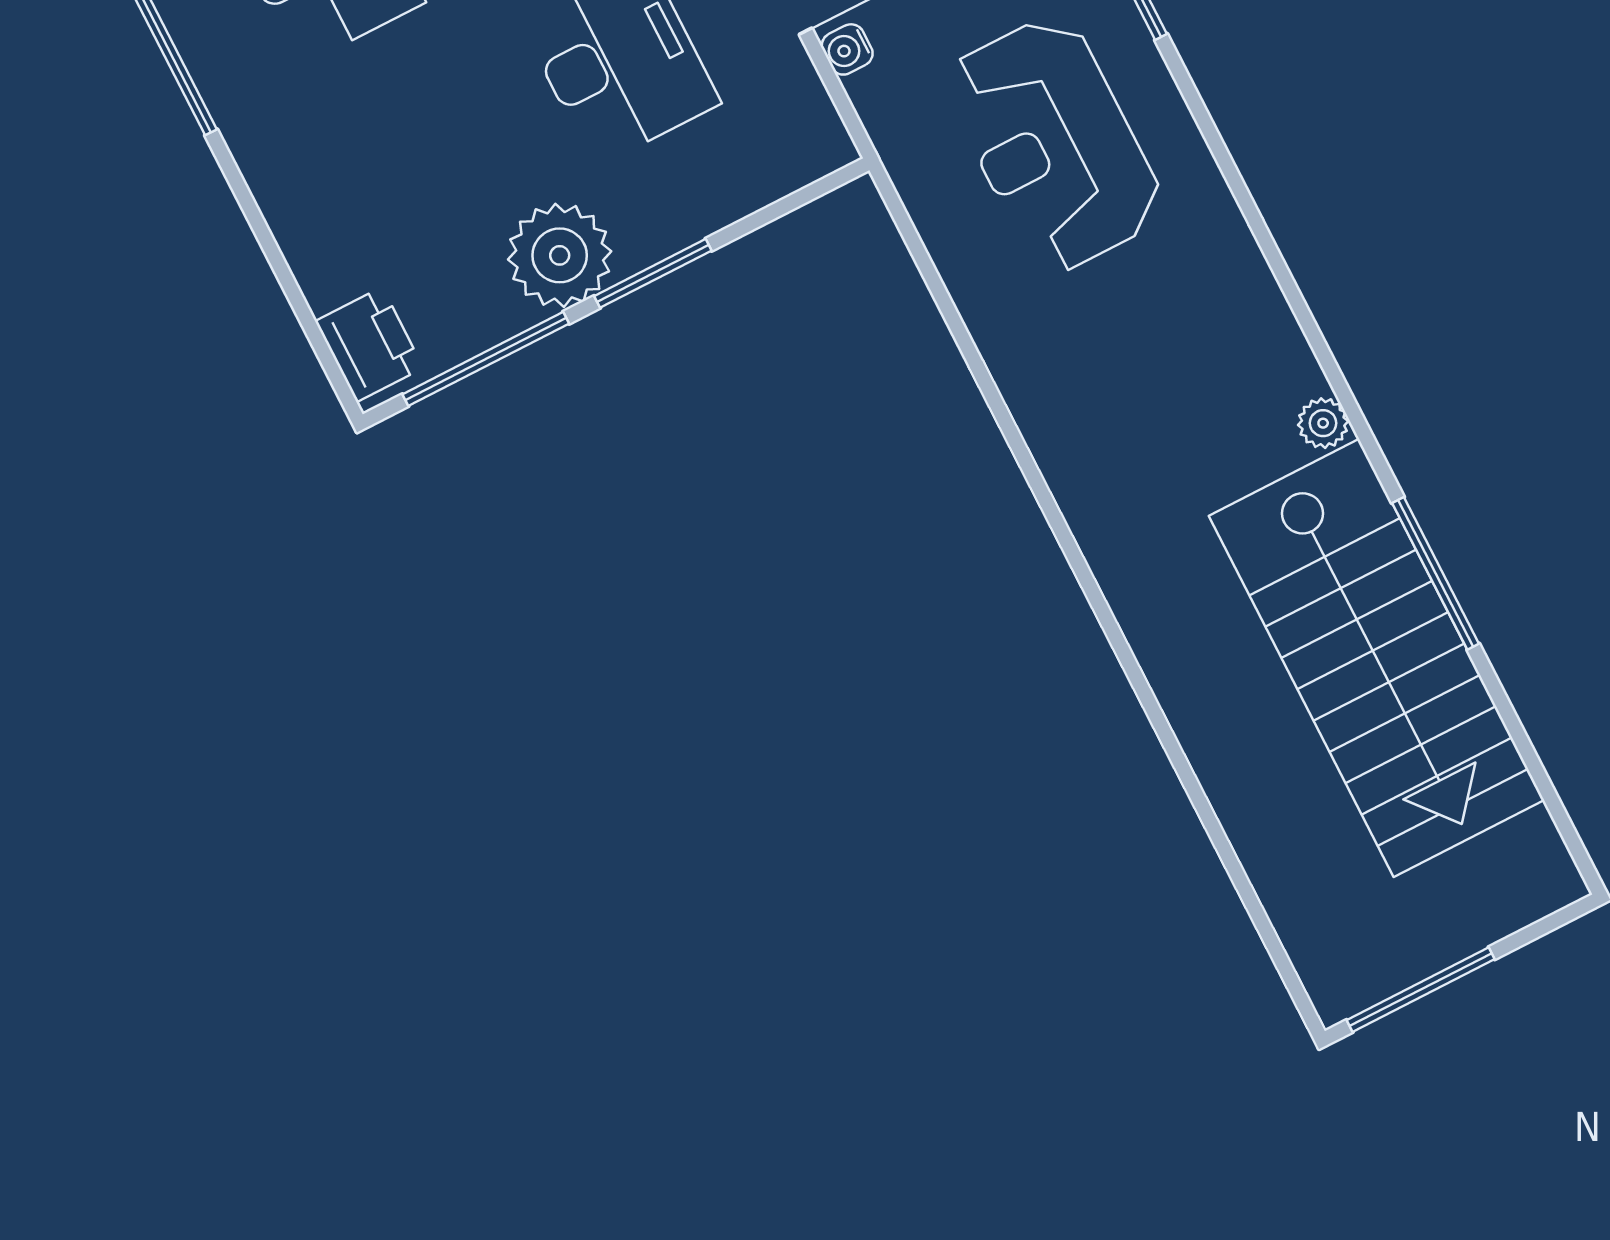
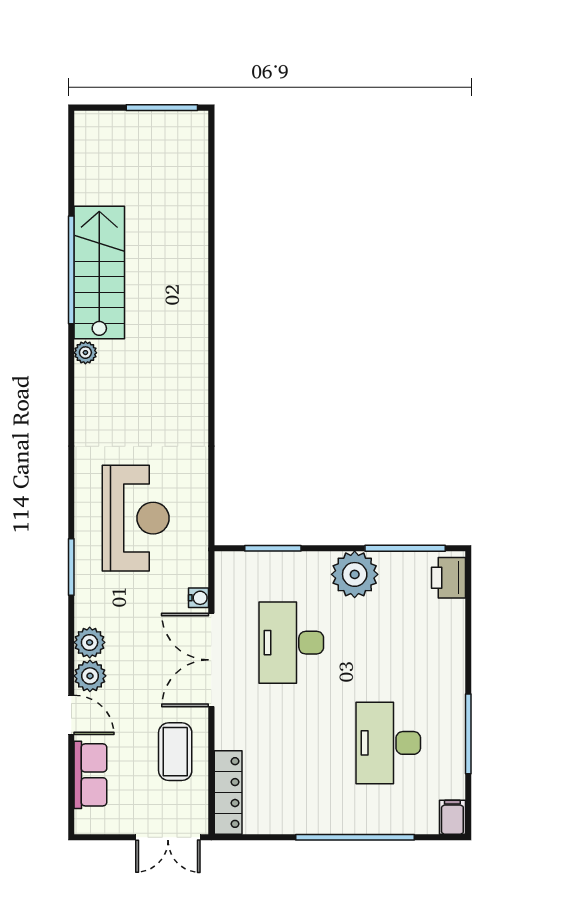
window: (653, 273) -> (273, 548), moved
window: (1436, 573) -> (71, 270), width x1.46
stairs: (1376, 658) -> (99, 273), width x0.73, depth x0.66

